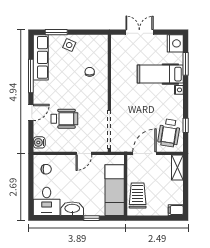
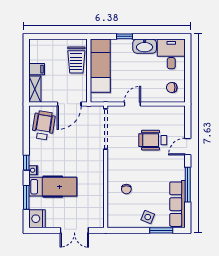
window: (186, 125) -> (26, 163), moved
water cooler: (39, 142) -> (179, 115), removed
filing cabinet: (176, 210) -> (37, 69), moved

